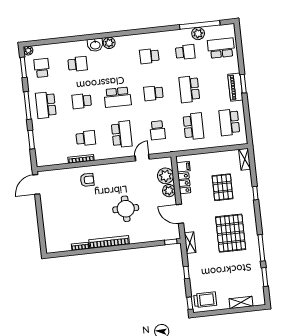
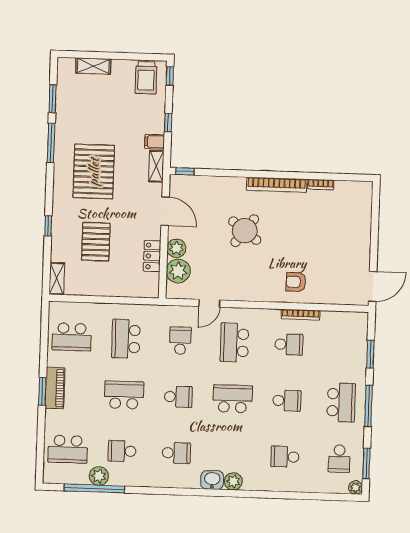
washbasin: (95, 45) -> (212, 480), moved
school desk: (189, 89) -> (124, 395), turned -90
school desk: (229, 122) -> (72, 337), turned 90
school desk: (86, 138) -> (289, 344), turned 180
filing cabinet: (183, 167) -> (155, 142), moved
round table: (126, 209) -> (245, 231), turned 37
trolley: (205, 300) -> (146, 78), turned -90

